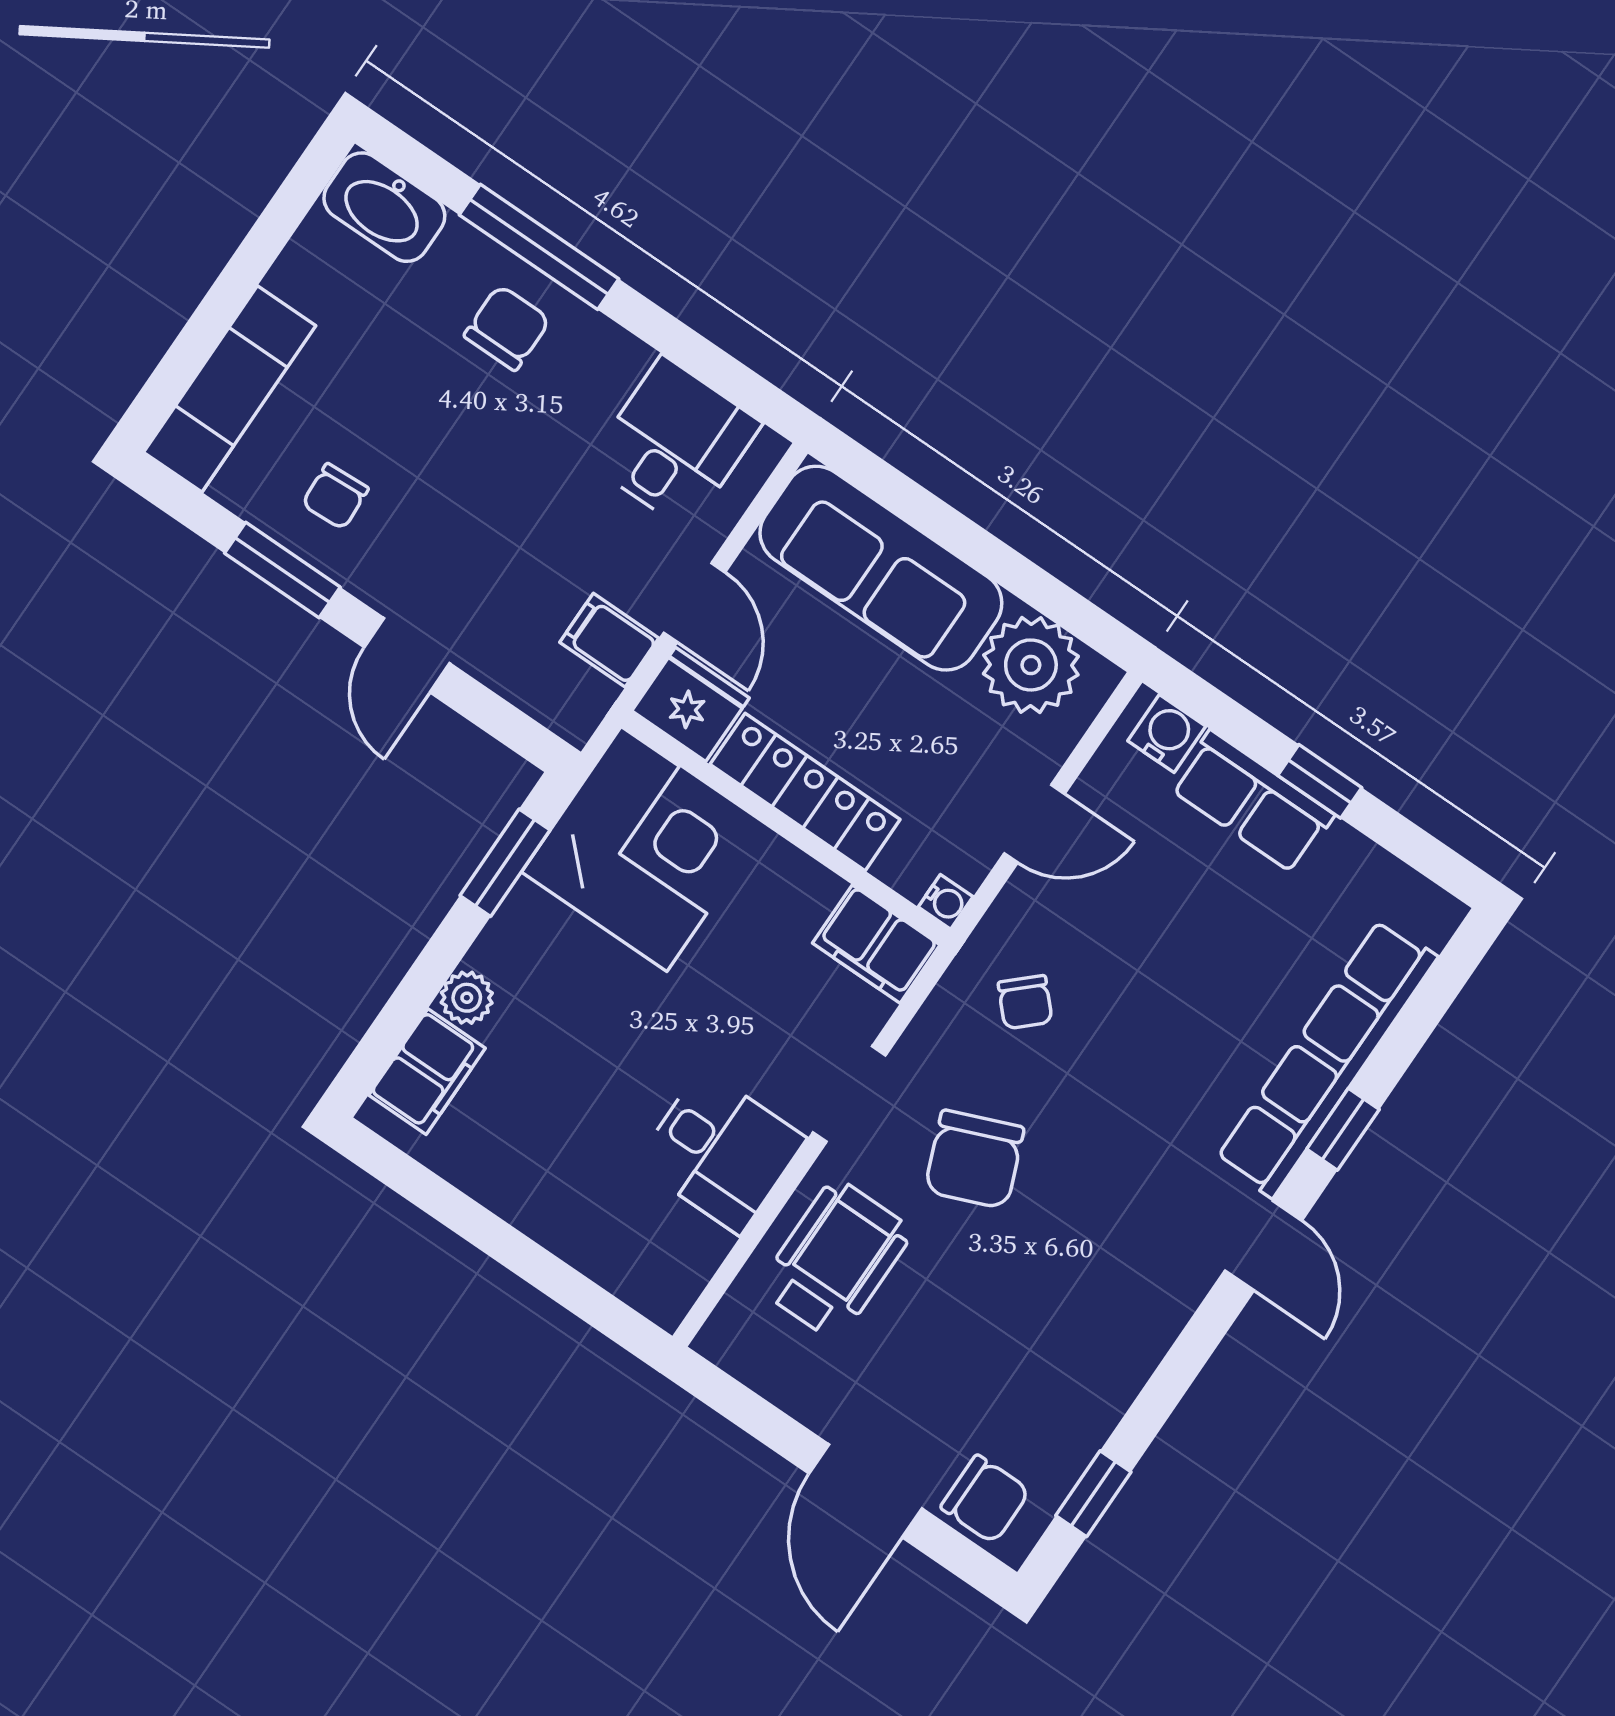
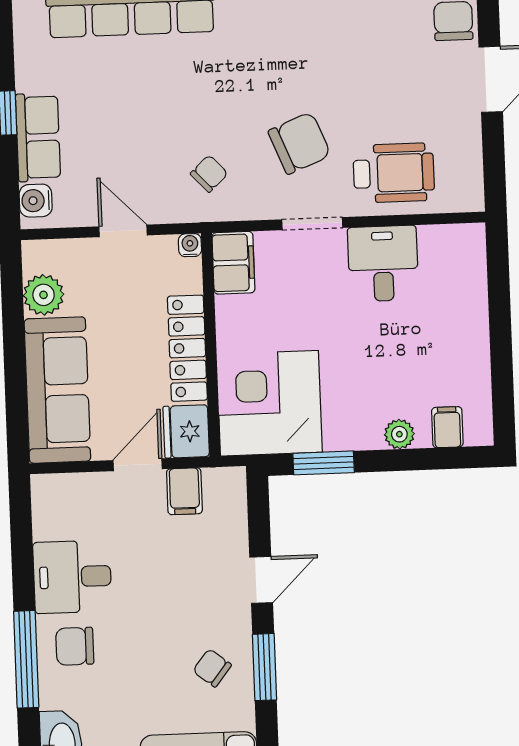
desk: (675, 443) -> (72, 577), moved
chair: (335, 496) -> (212, 668), turned -139
plant: (1031, 665) -> (44, 295), width x0.73, depth x0.73
filing cabinet: (427, 1072) -> (447, 427), width x0.50
wheelchair: (836, 1259) -> (394, 173), turned 180

